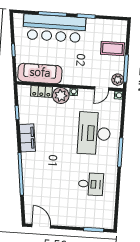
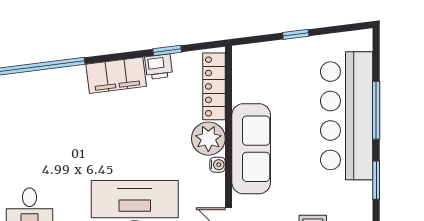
sofa: (40, 73) -> (251, 149), moved
locker: (41, 92) -> (214, 86), width x1.53
printer: (25, 117) -> (159, 67), added

